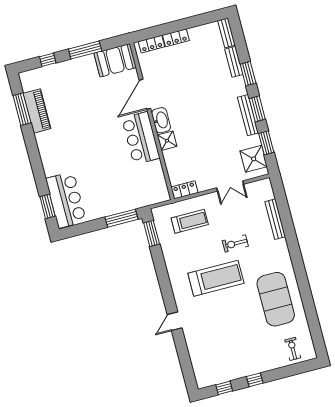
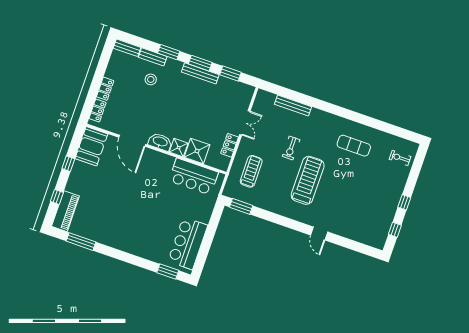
window: (85, 50) -> (68, 164), width x0.46
stool: (212, 74) -> (151, 79), added
piano: (37, 111) -> (65, 211), moved, turned 90
bar counter: (141, 138) -> (194, 177), moved
shower: (254, 159) -> (197, 151), moved
locker: (184, 190) -> (230, 145), moved
bar counter: (66, 200) -> (188, 243), moved, turned -90
window: (121, 218) -> (214, 221), removed
exercise mat: (276, 299) -> (354, 146), width x0.50, depth x0.69

